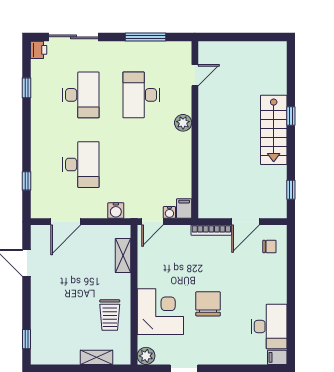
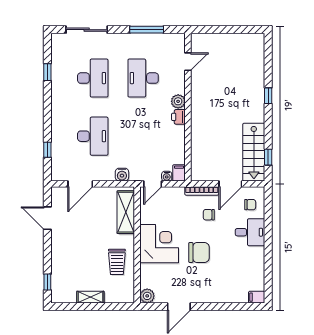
printer: (39, 50) -> (178, 117), moved, turned 180
stairs: (274, 130) -> (254, 152), moved
shelving: (123, 256) -> (126, 212), width x1.50, depth x1.33
chair: (220, 259) -> (209, 215), added
chair: (208, 304) -> (199, 252), turned 90
corner desk: (160, 312) -> (159, 244), moved
desk: (269, 326) -> (250, 232), moved, width x0.73
shelving: (96, 357) -> (90, 297), moved

